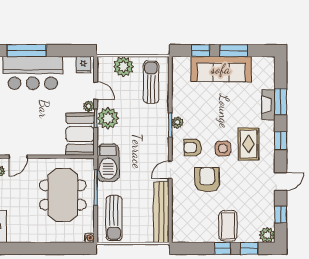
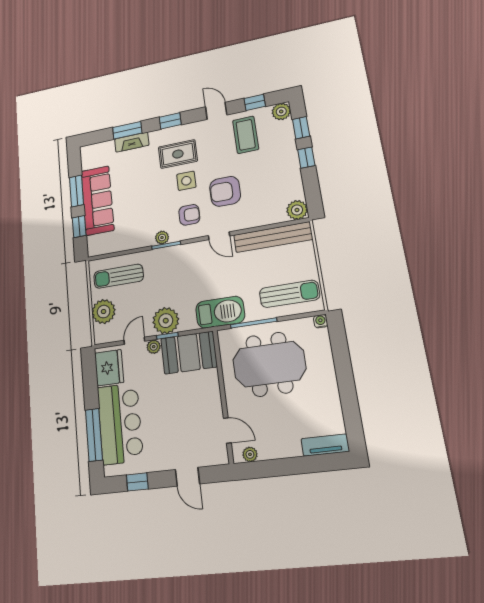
fridge: (83, 65) -> (109, 368), width x1.88, depth x1.34
armchair: (193, 148) -> (189, 215), turned -90
coffee table: (228, 226) -> (246, 135), moved, turned 90
plant: (180, 234) -> (297, 210), added

